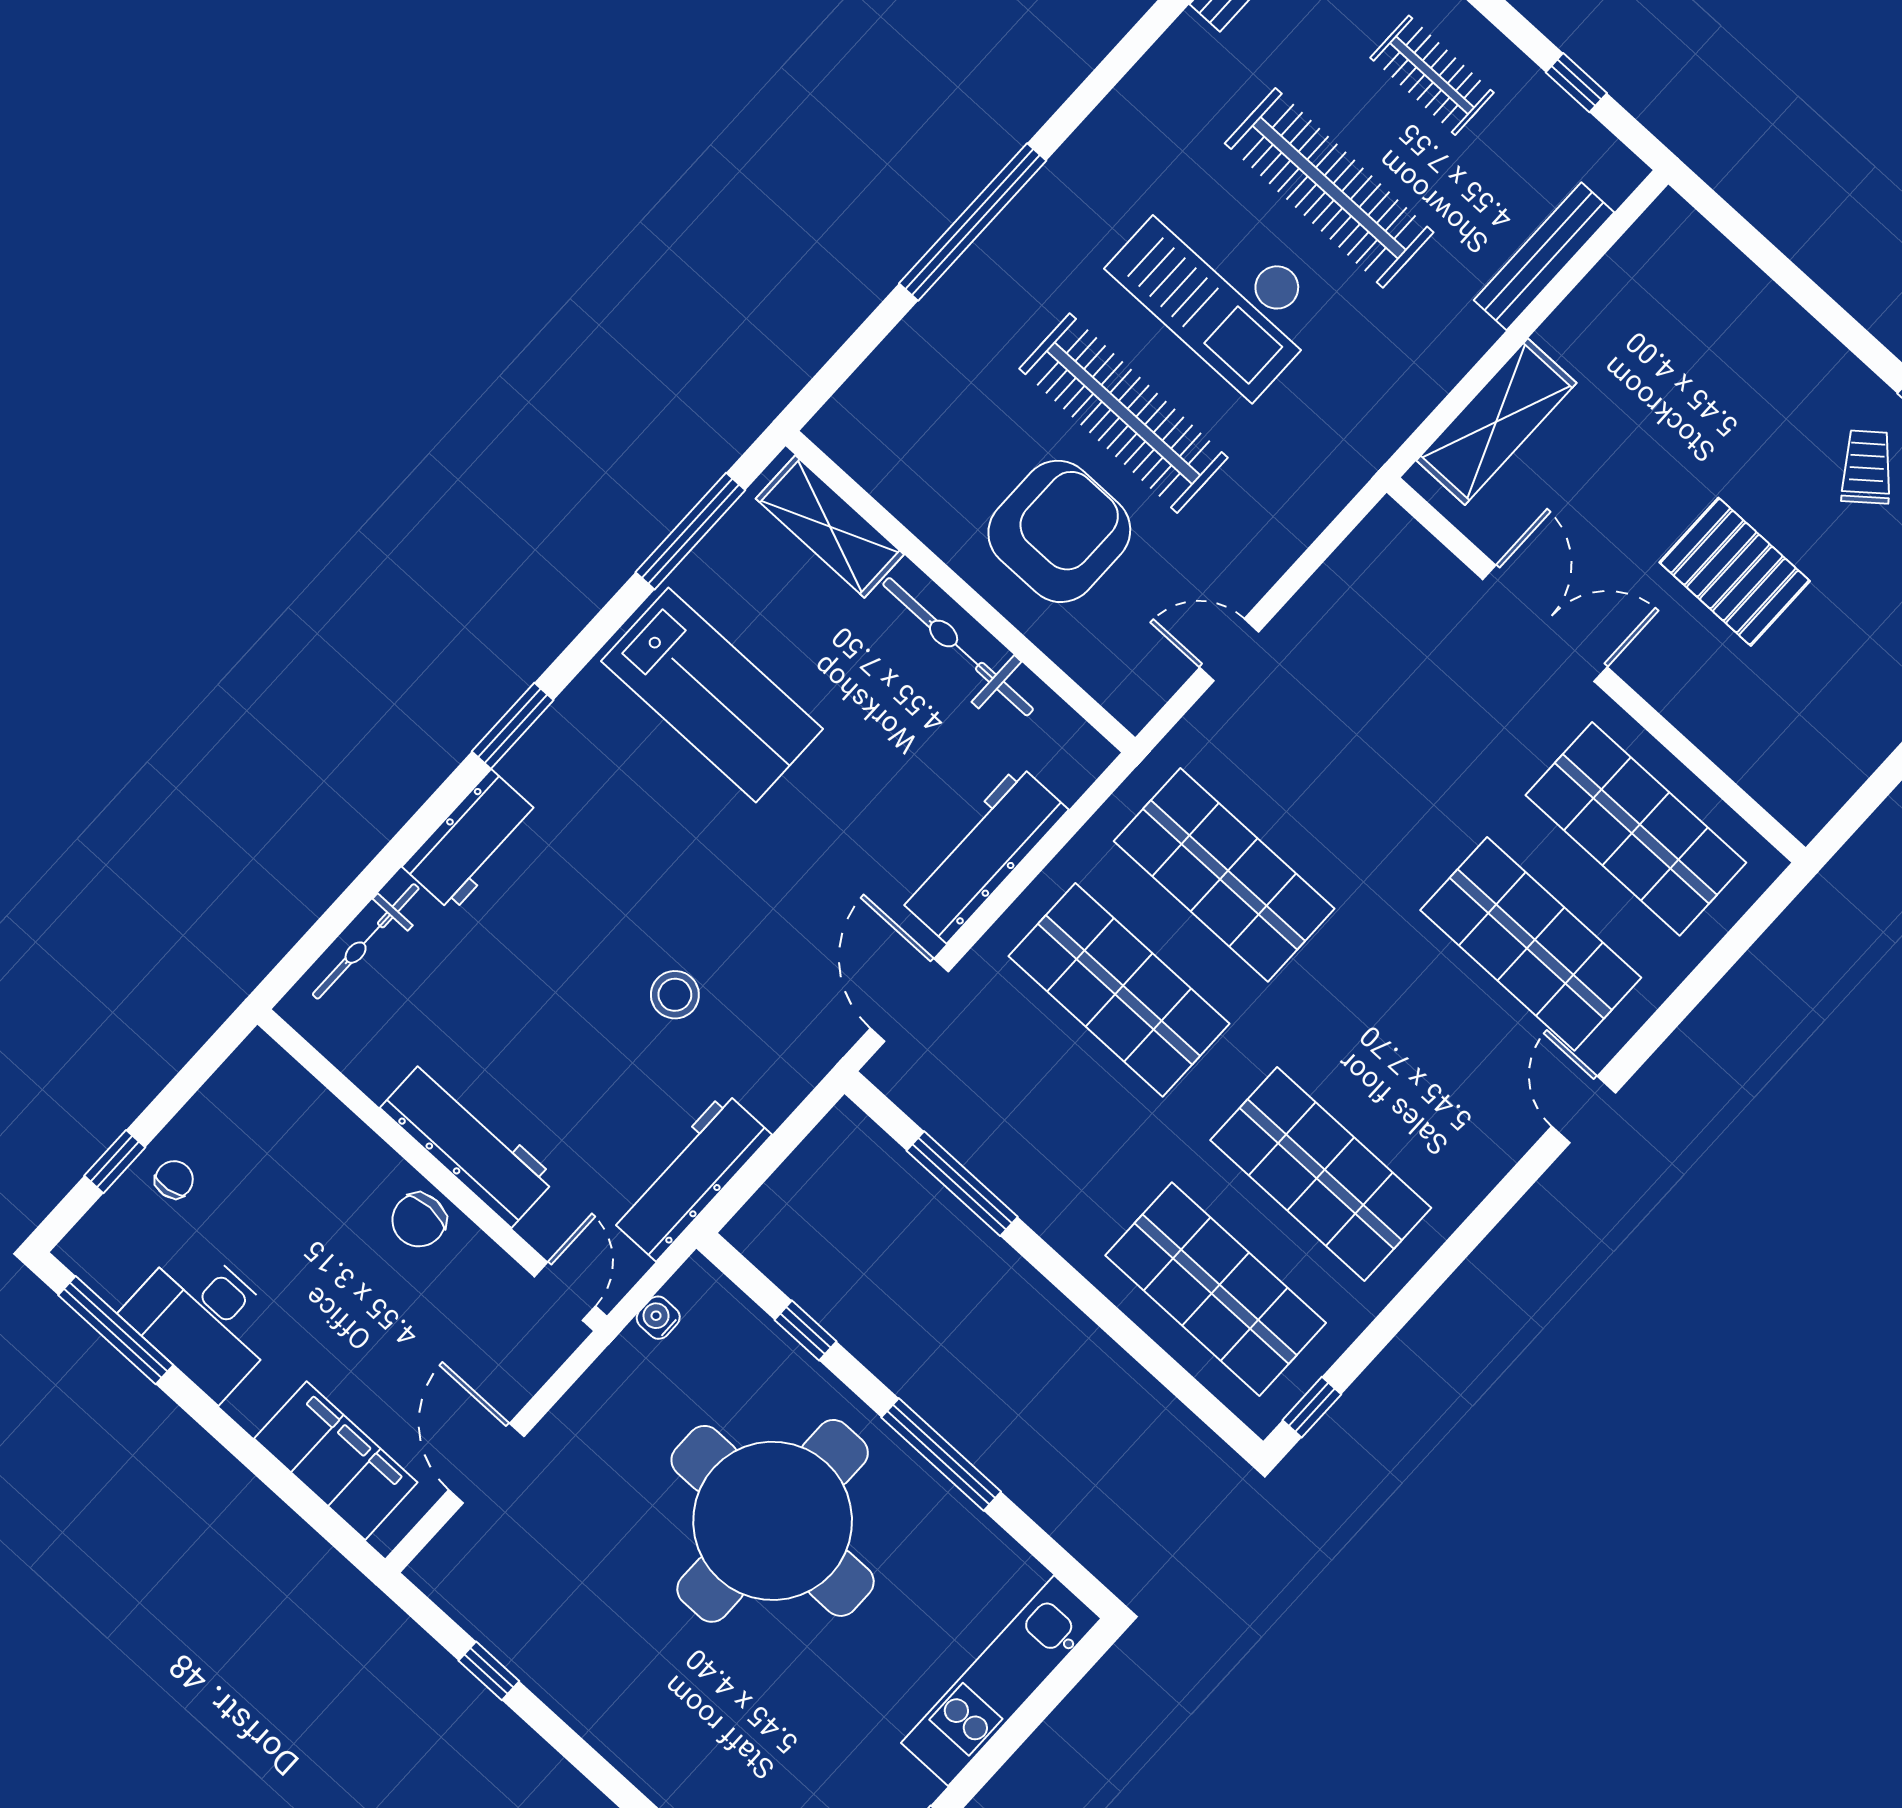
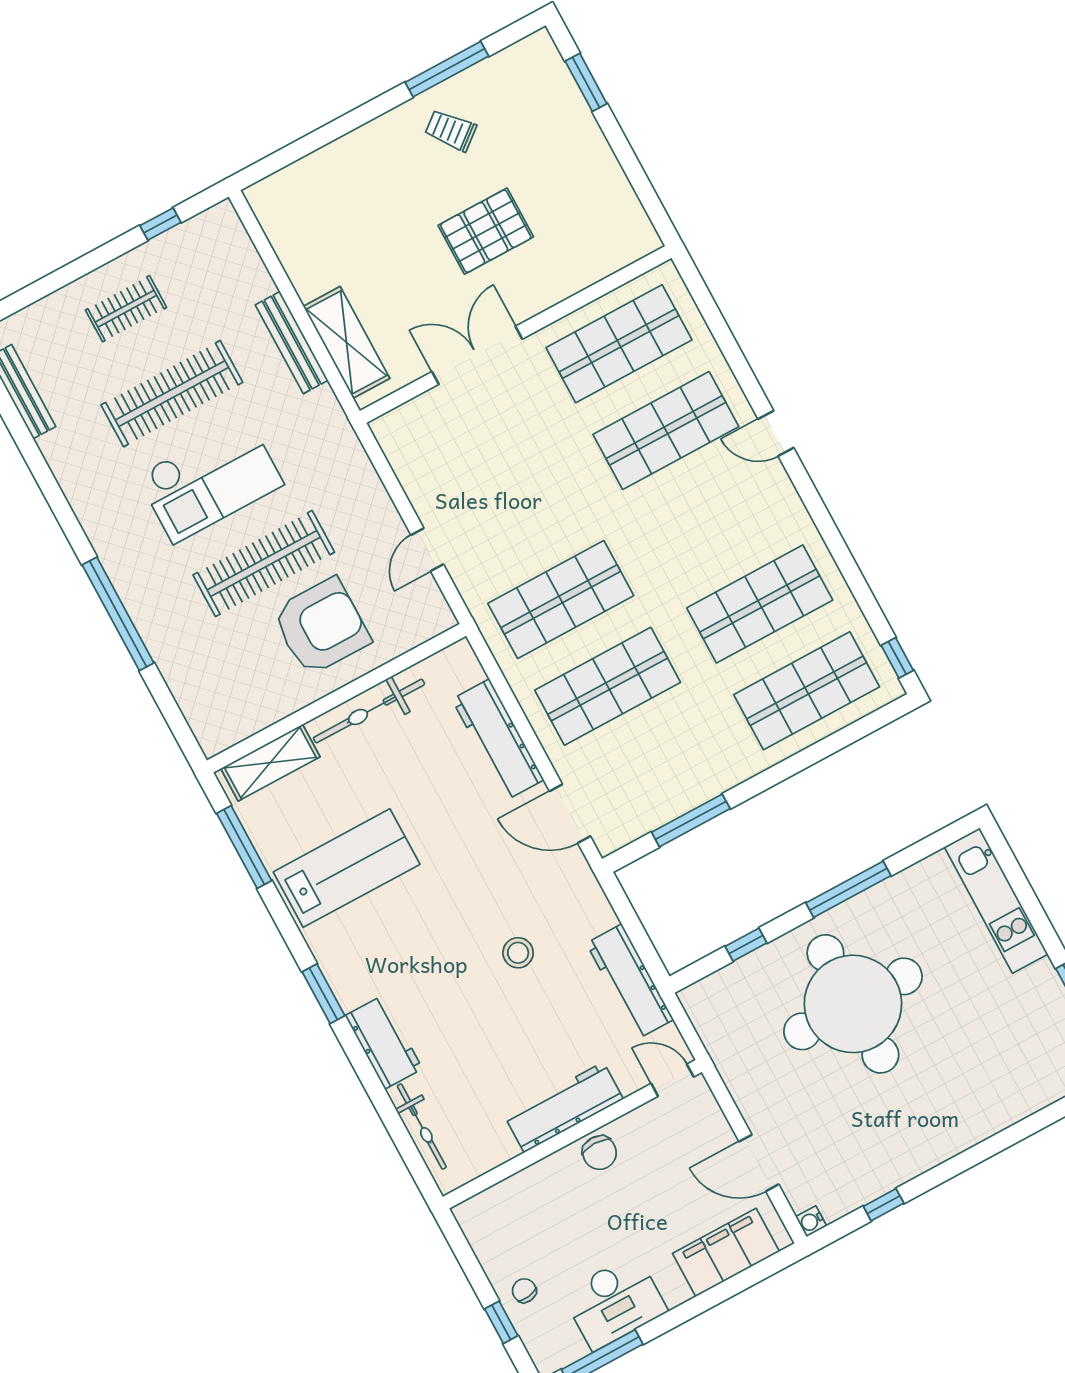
bench: (1544, 256) -> (292, 343), moved
armchair: (1059, 531) -> (321, 626), turned 90
water cooler: (658, 1318) -> (811, 1221), moved

